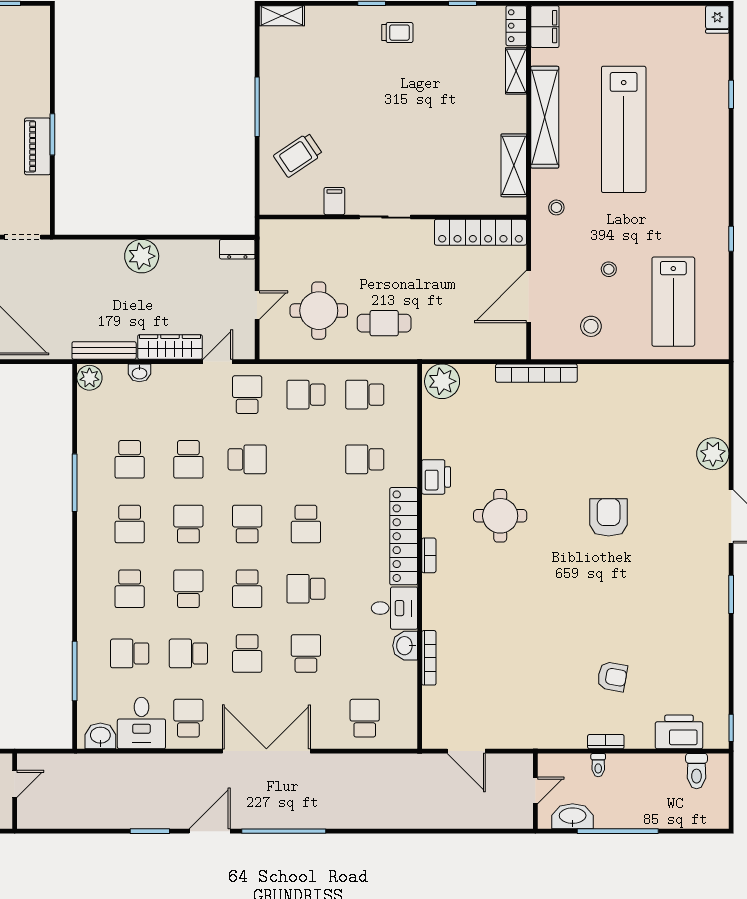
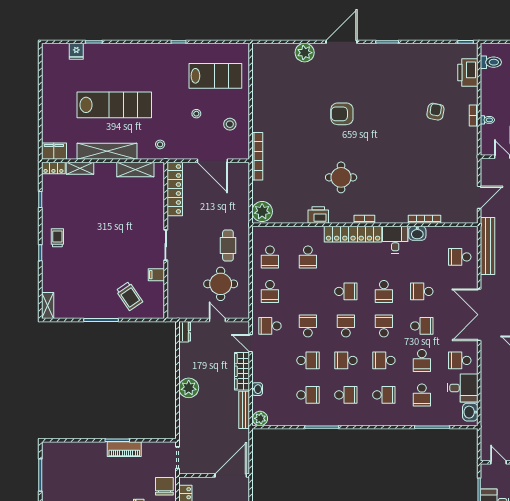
fridge: (717, 19) -> (76, 51), moved, turned 90
school desk: (247, 524) -> (346, 326), turned 90
school desk: (247, 589) -> (384, 326), turned -90
bench: (383, 765) -> (488, 246), added

